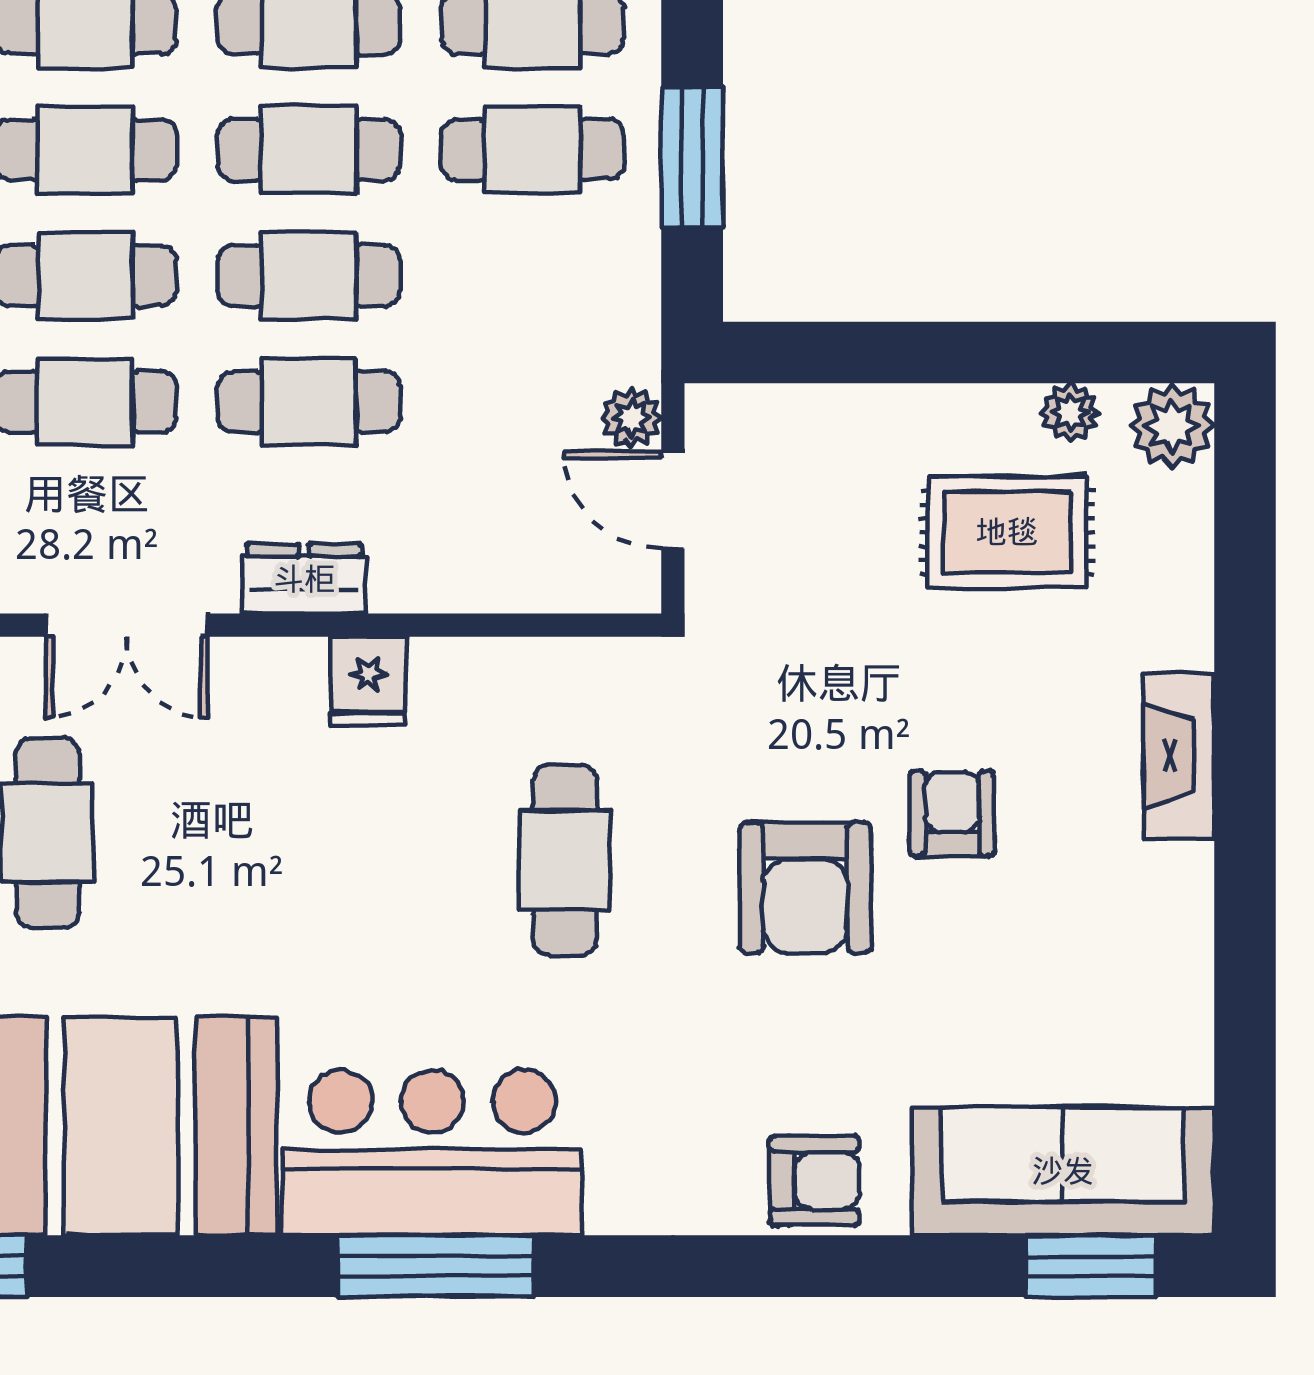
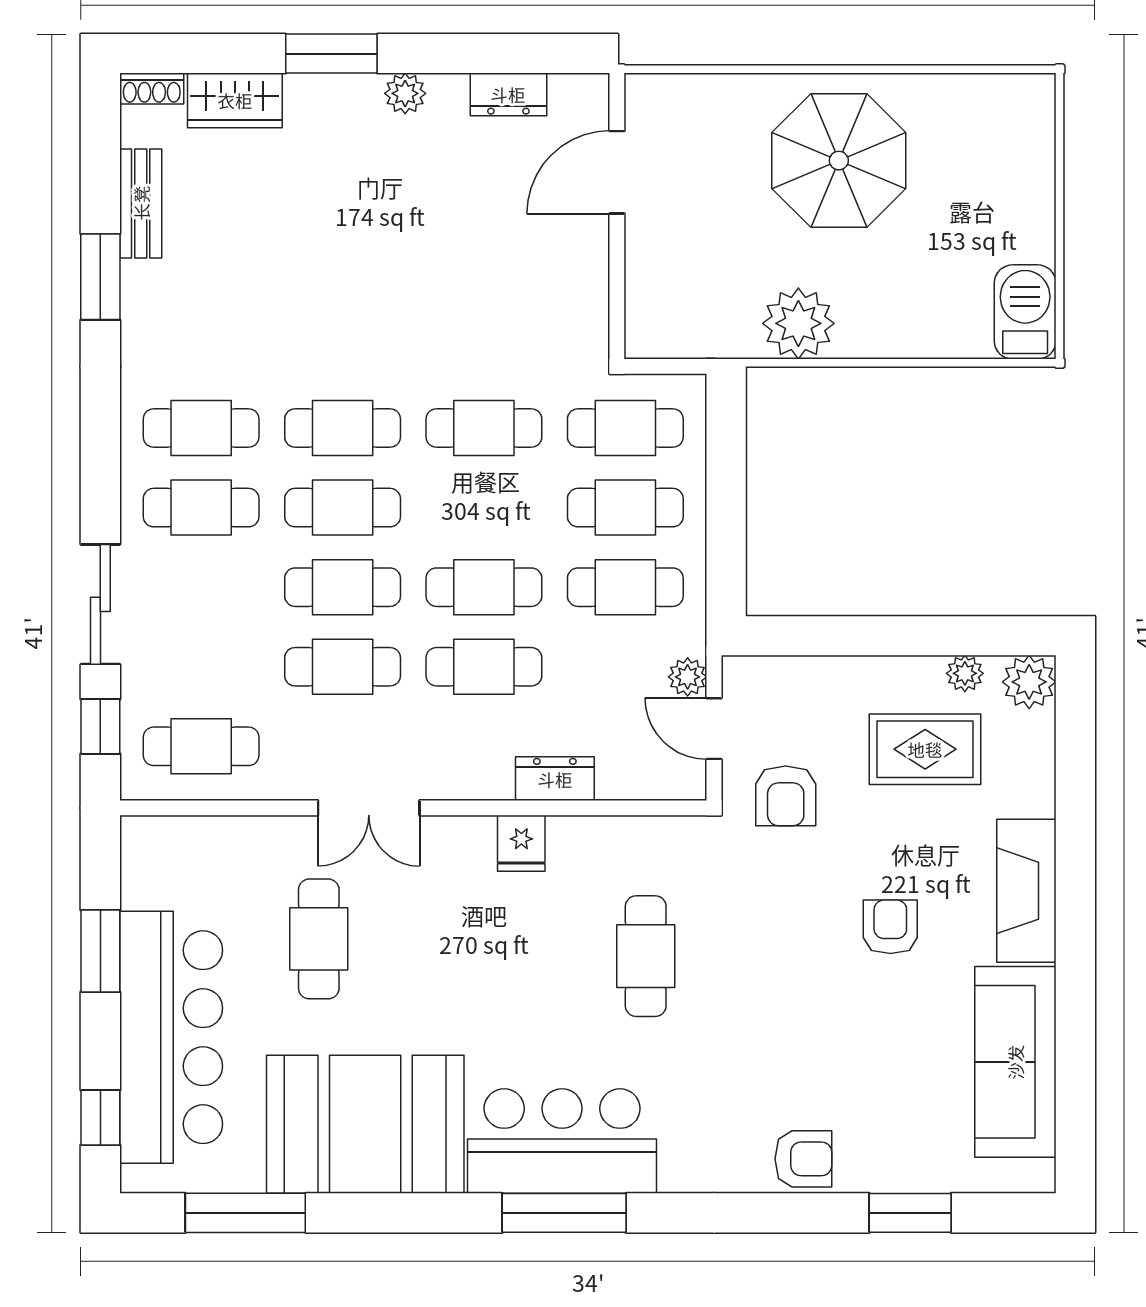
cafe table: (309, 150) -> (625, 587), moved
window: (692, 157) -> (726, 512), removed
dresser: (304, 579) -> (555, 779), moved
fireplace: (1179, 756) -> (1026, 891), width x1.37, depth x1.32
armchair: (805, 888) -> (786, 796), moved, width x0.72, depth x0.72
sofa: (1063, 1171) -> (1015, 1062), moved, turned -90
window: (1091, 1266) -> (910, 1213), moved

